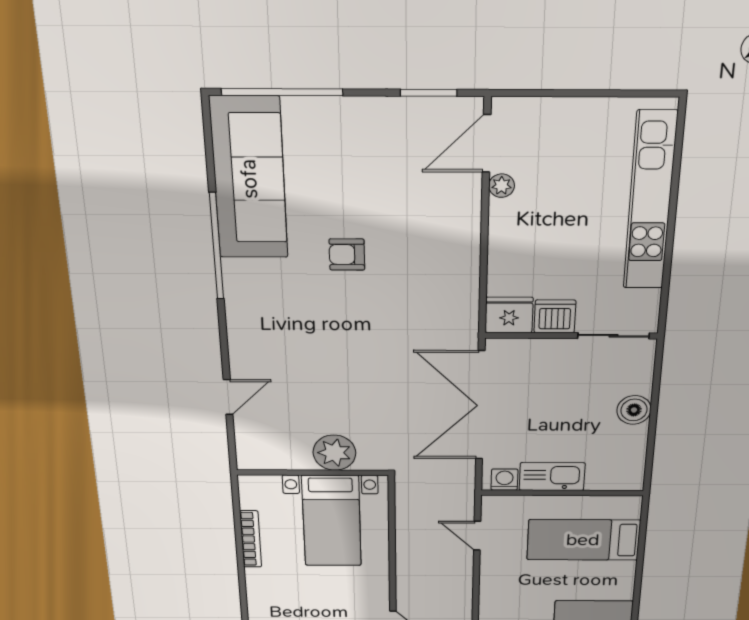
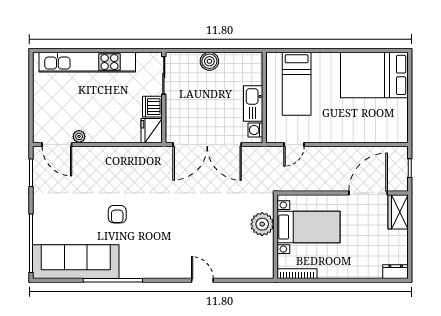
plant: (334, 453) -> (262, 224), moved
wall: (313, 473) -> (275, 237), moved
bed with nightstands: (332, 521) -> (308, 227), moved

